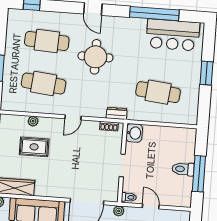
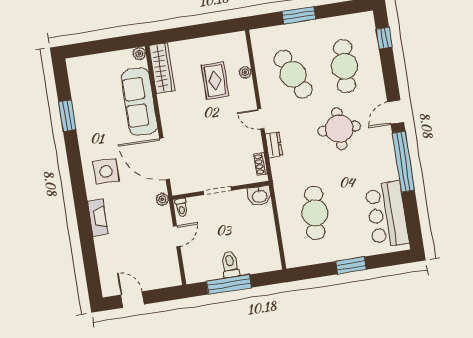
window: (154, 14) -> (403, 162), moved
cafe table: (44, 84) -> (293, 74), turned -30
dresser: (117, 113) -> (274, 145), moved

